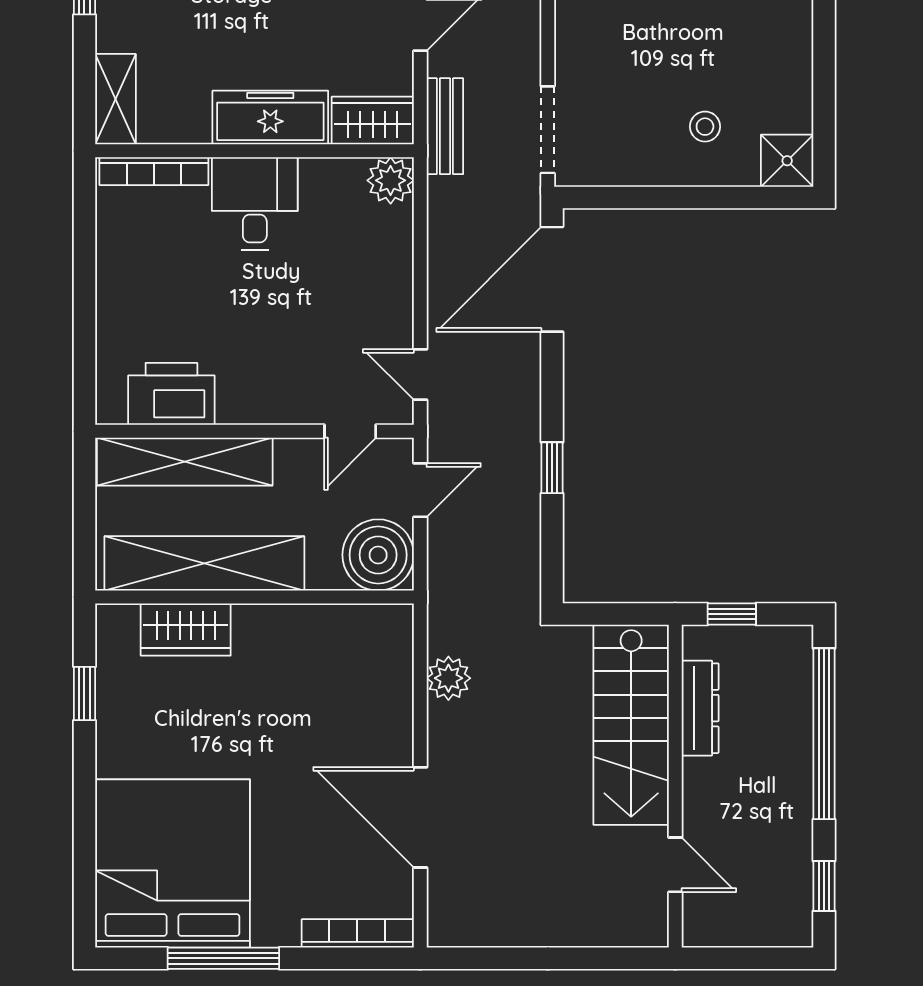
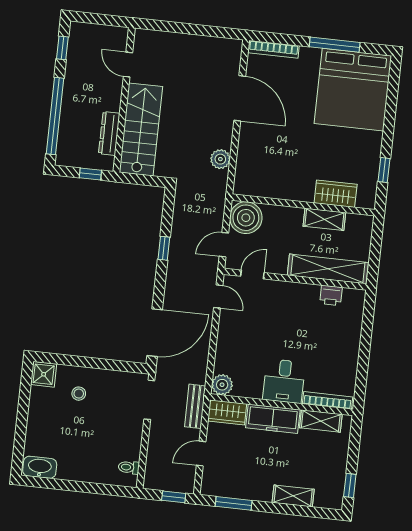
shelving: (115, 99) -> (321, 421), moved, turned 90
printer: (171, 394) -> (331, 295), width x0.53, depth x0.68
shelving: (204, 563) -> (324, 219), width x0.45, depth x0.75

